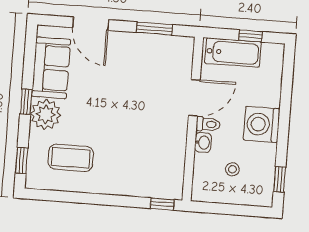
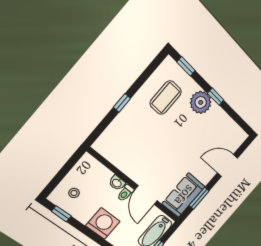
sofa: (51, 68) -> (184, 195), moved, turned 90
stool: (232, 169) -> (74, 193), moved
window: (162, 204) -> (122, 103), moved

